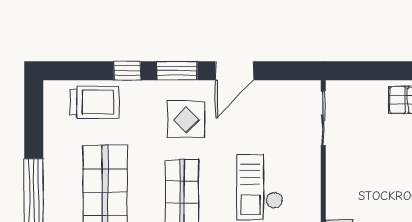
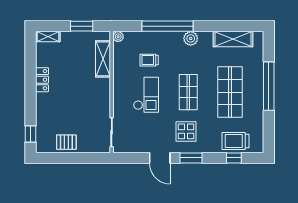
window: (127, 71) -> (234, 158), moved
door: (235, 71) -> (160, 158), swing flipped

